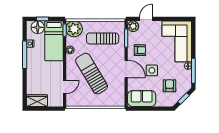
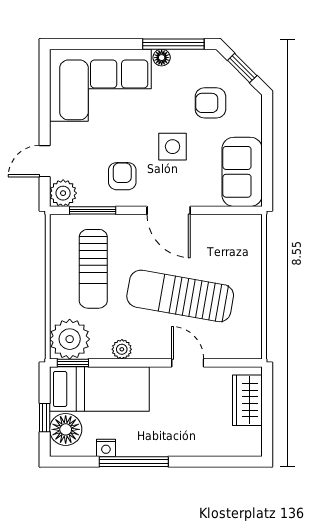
door: (146, 19) -> (45, 161), hinge flipped
door: (126, 69) -> (169, 210), swing flipped
sun lounger: (92, 74) -> (180, 296), turned 41
door: (65, 87) -> (188, 363), moved
wardrobe: (37, 101) -> (247, 400), moved

